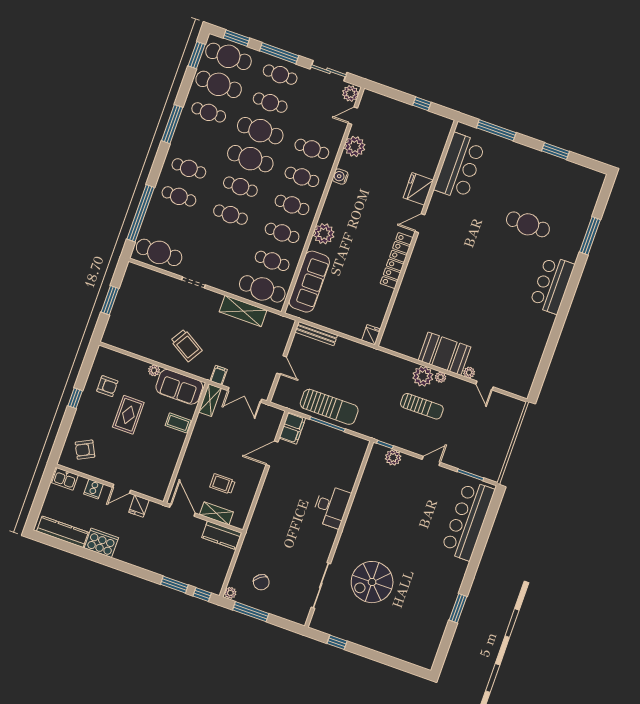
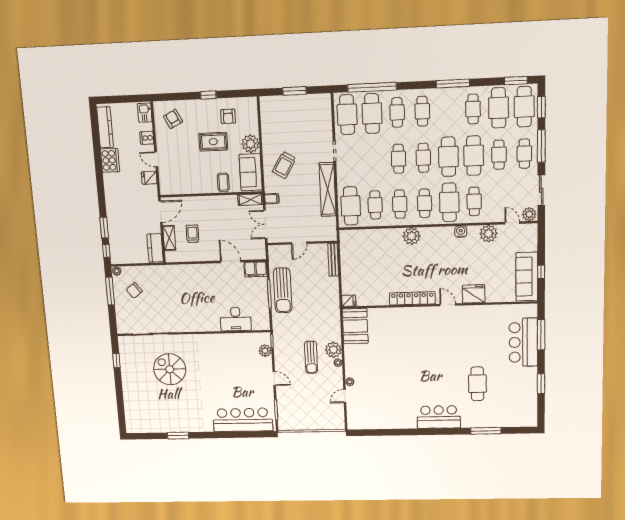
bar counter: (460, 166) -> (523, 342), moved, turned 90
cafe table: (302, 177) -> (449, 202), width x1.37, depth x1.35
cafe table: (169, 224) -> (372, 113), added
sofa: (309, 282) -> (527, 277), moved, turned 90
shelving: (243, 311) -> (328, 189), width x1.47
booth: (444, 354) -> (355, 326), moved
plant: (154, 370) -> (251, 144), width x1.88, depth x1.88
desk: (331, 507) -> (236, 319), moved

